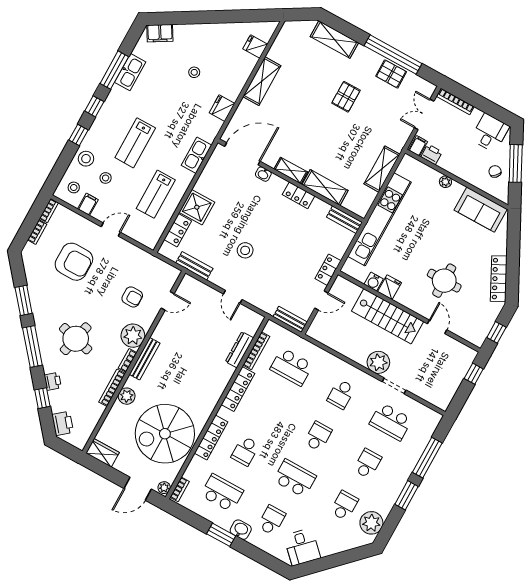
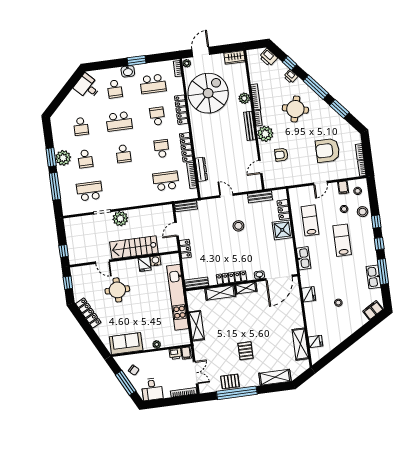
shelving: (262, 81) -> (300, 344), moved
locker: (299, 195) -> (231, 278), width x1.53
school desk: (341, 394) -> (162, 149), moved
plant: (371, 523) -> (63, 158), moved

